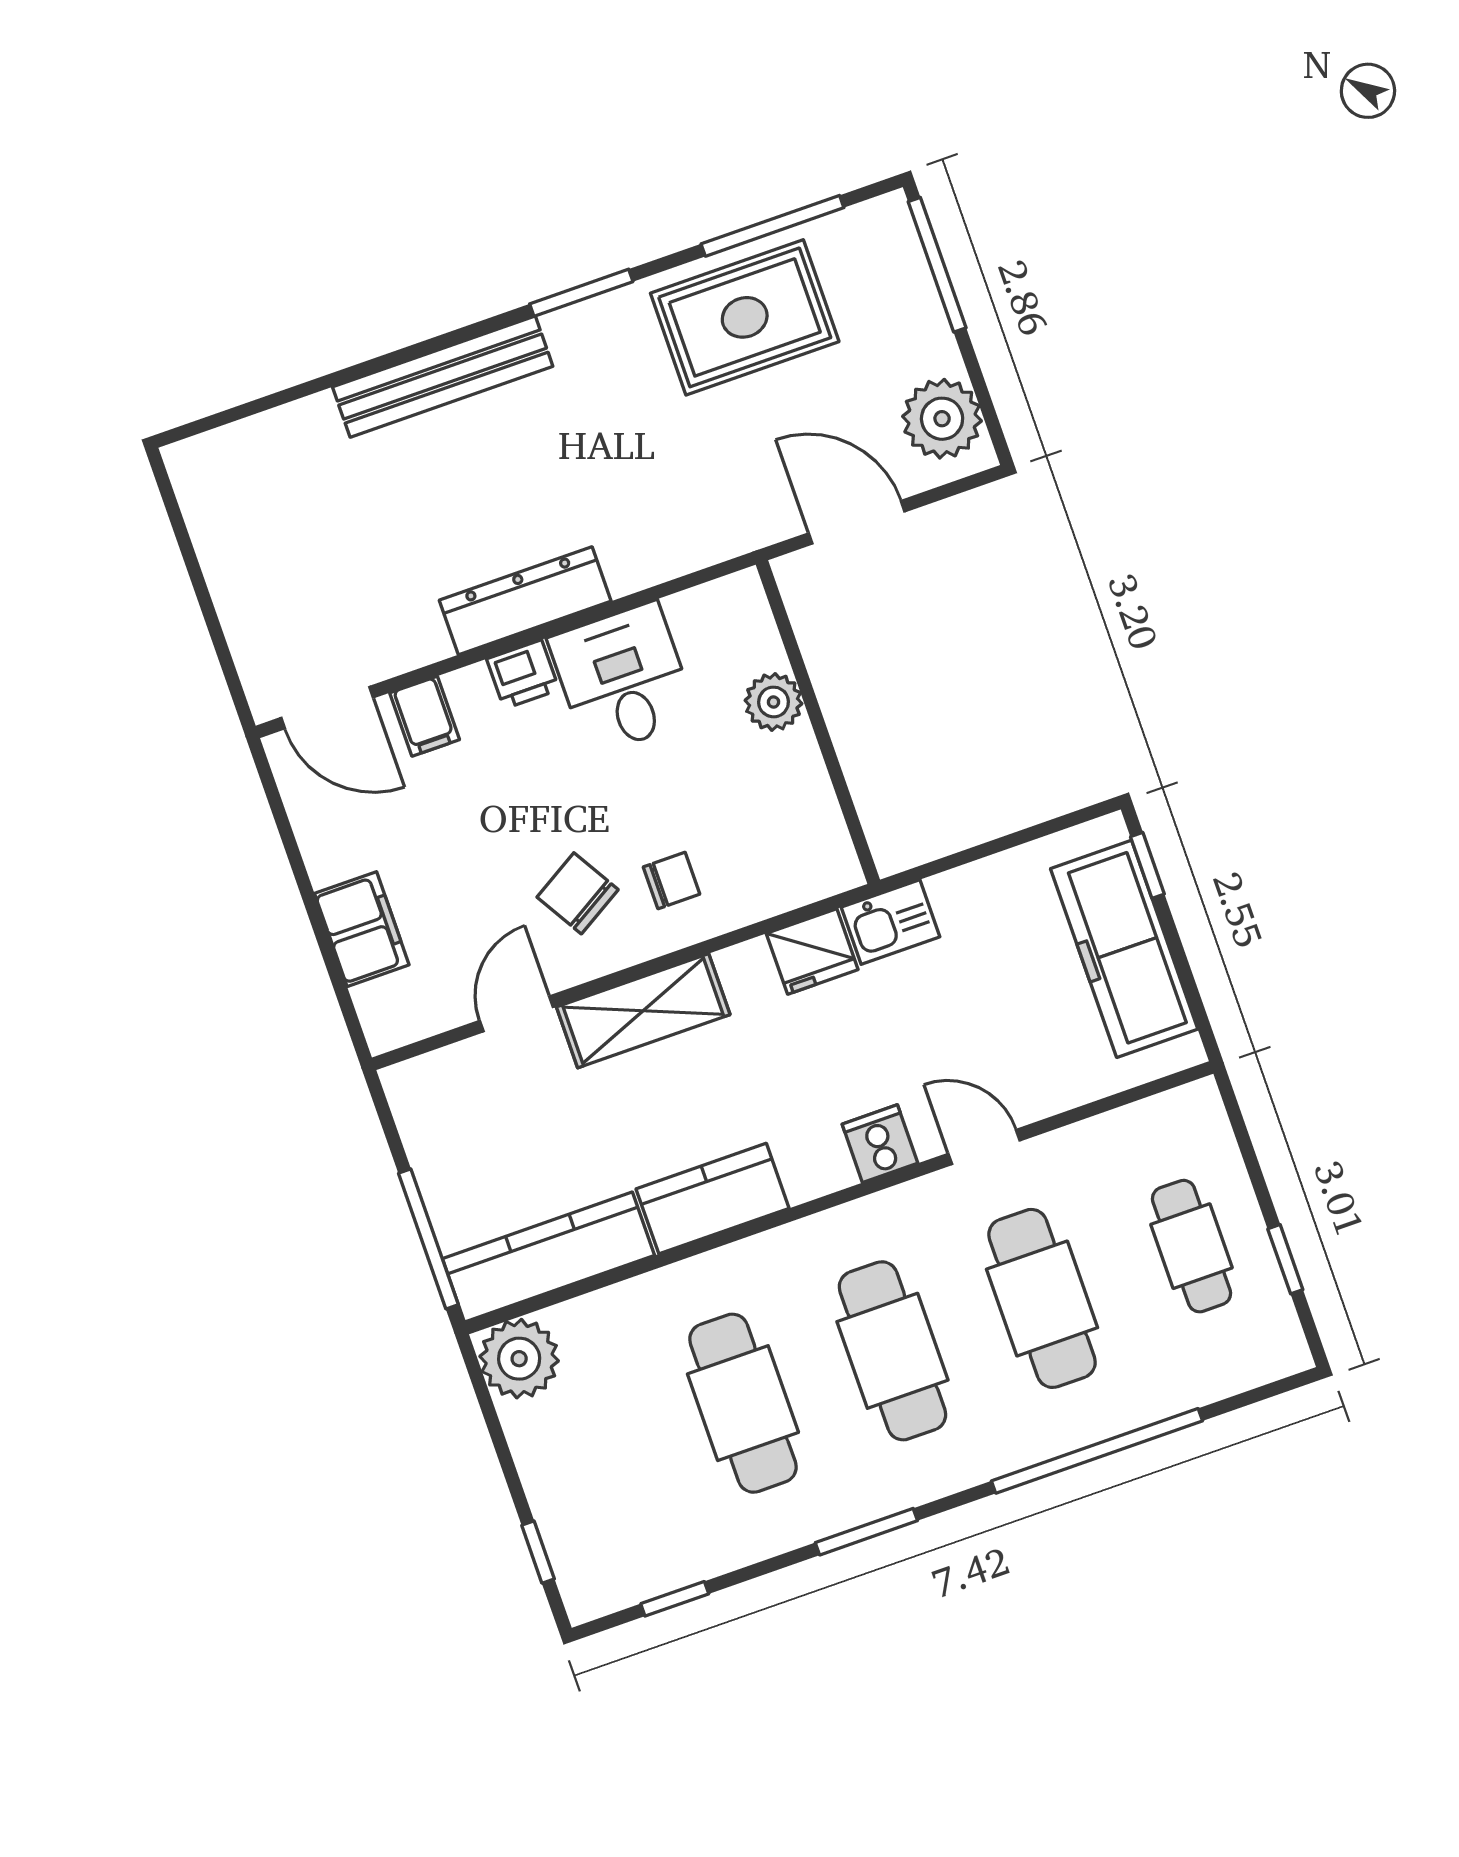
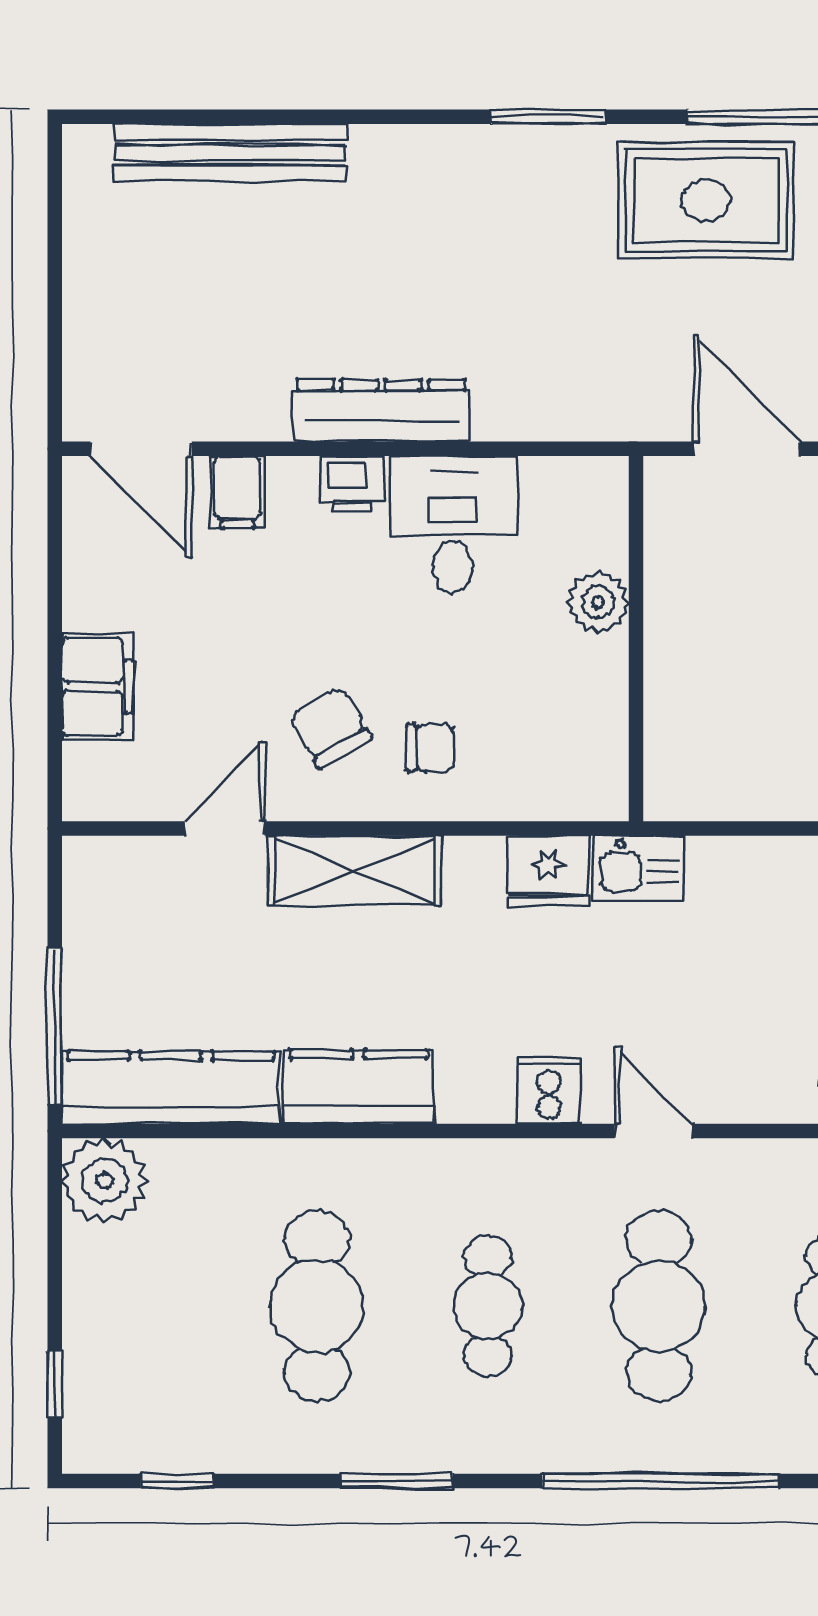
bench: (443, 377) -> (230, 153), moved
cafe table: (892, 1351) -> (488, 1306), width x0.73, depth x0.74

